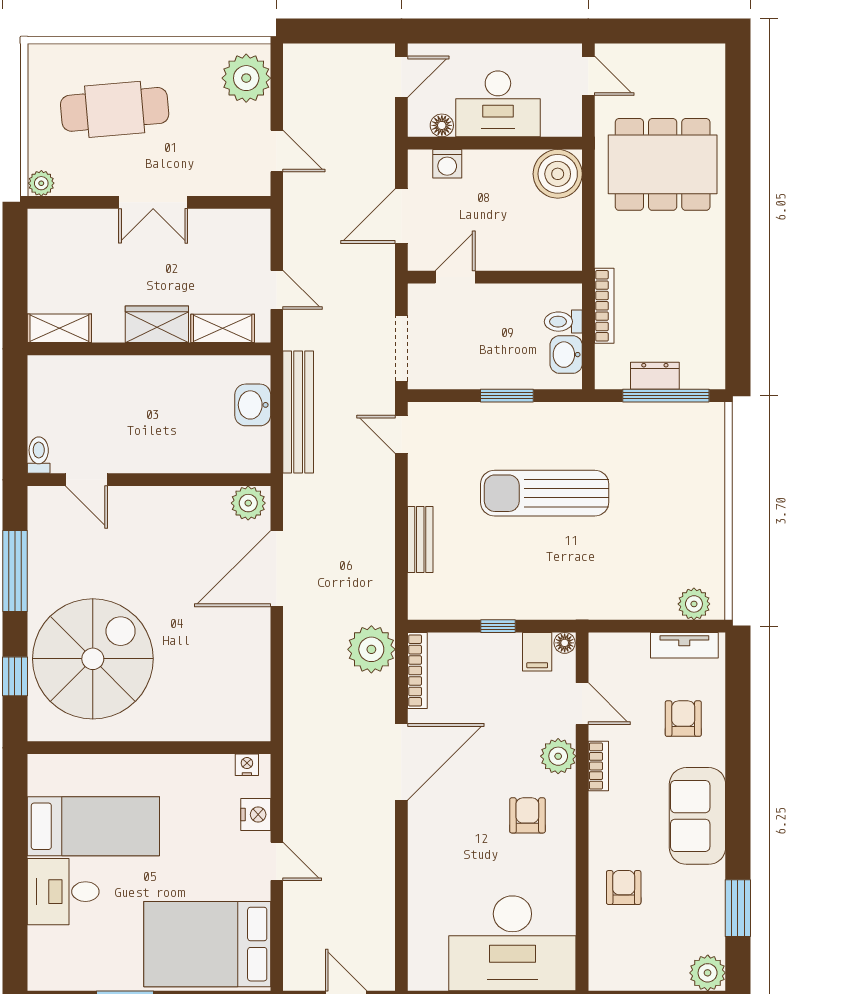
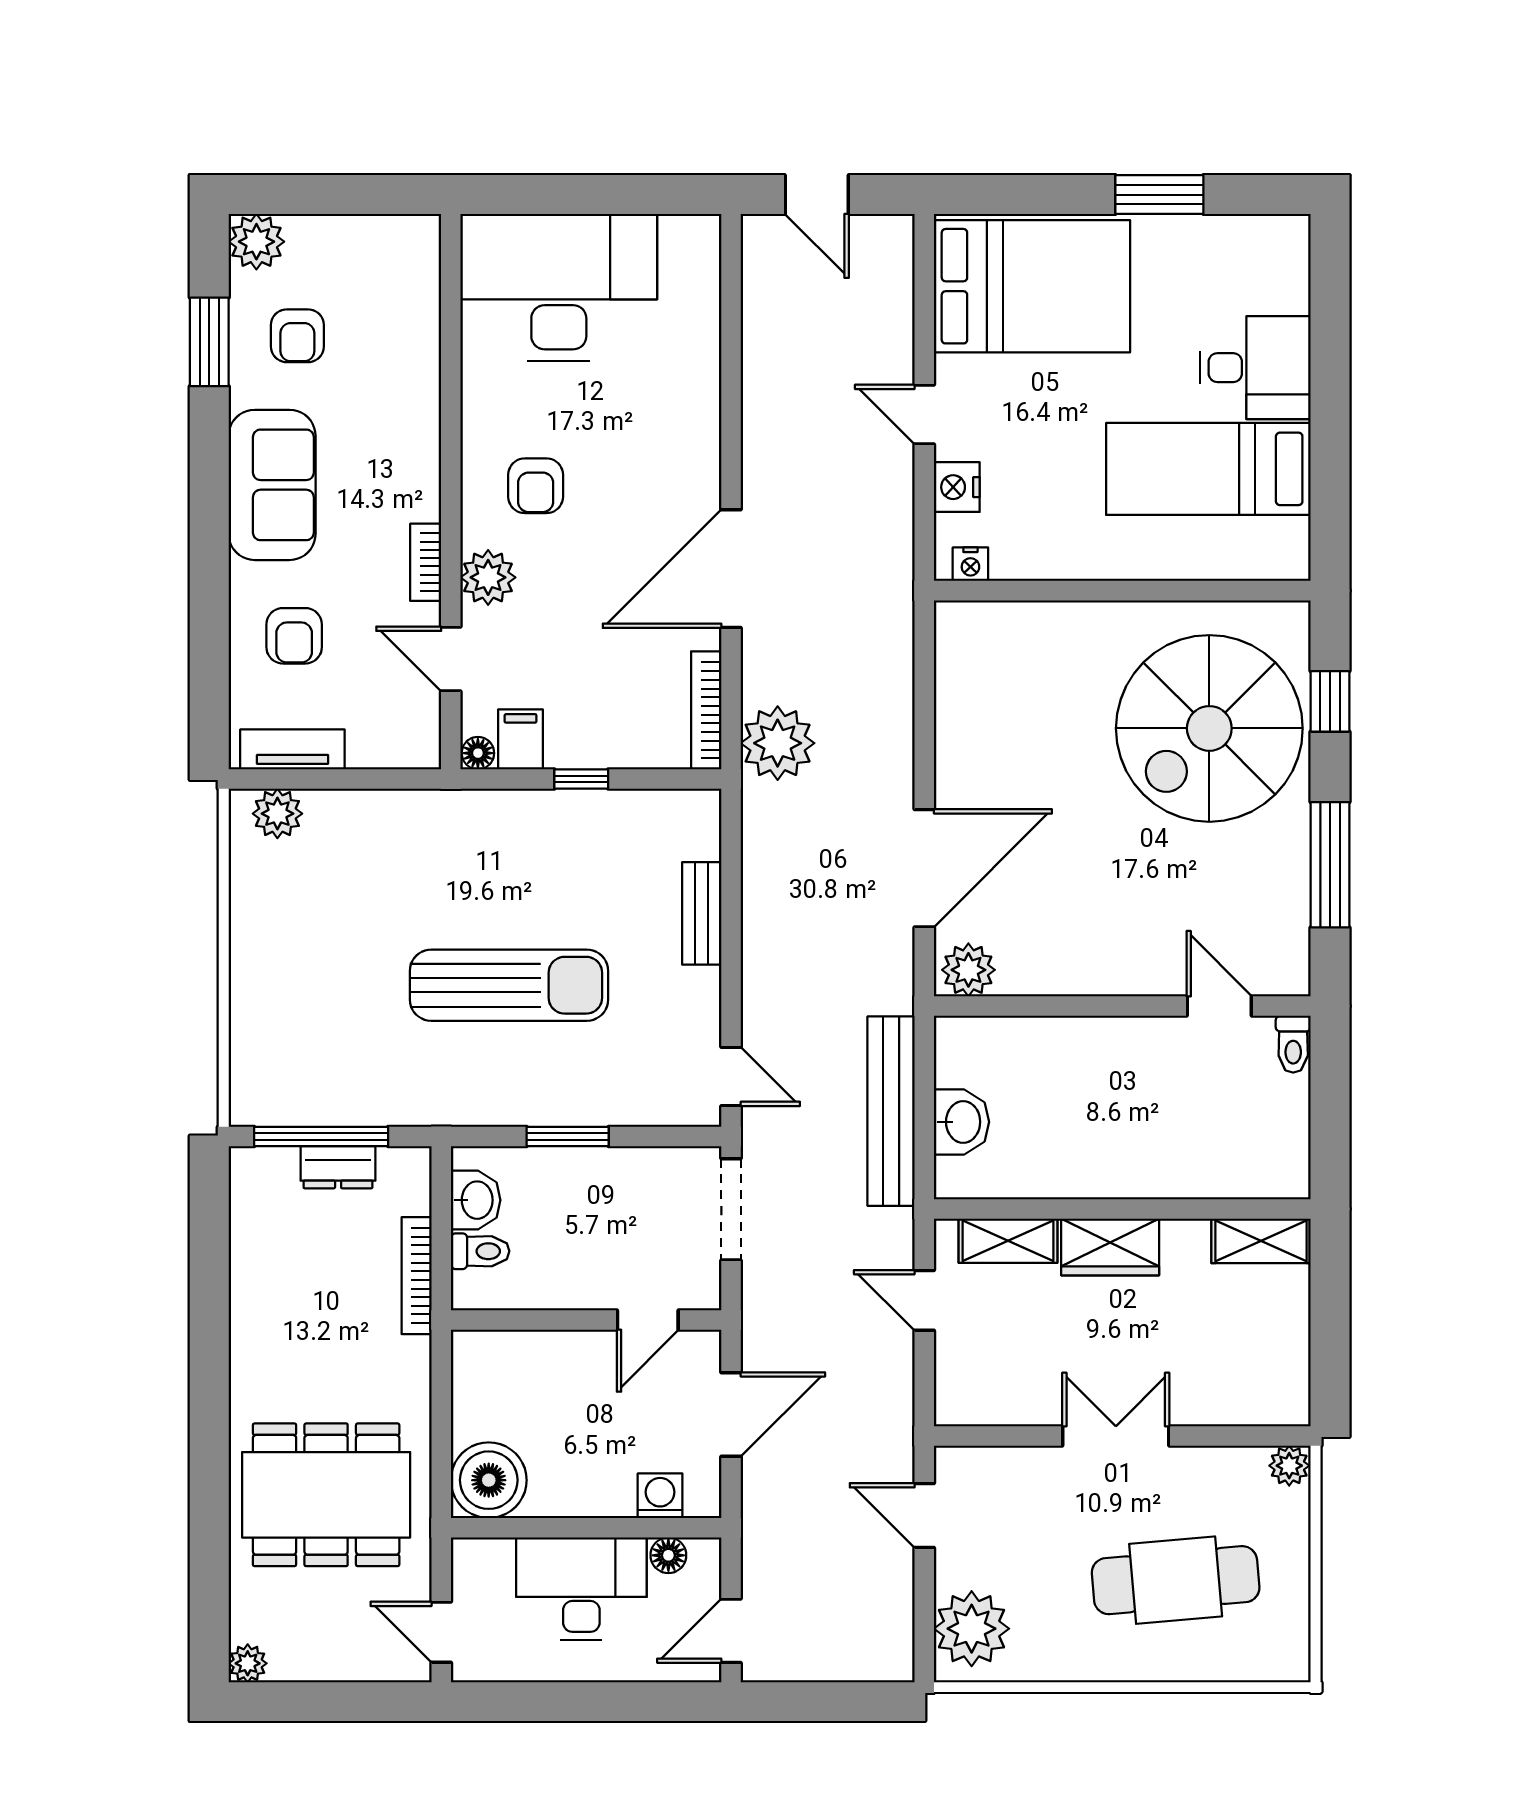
plant: (713, 56) -> (248, 1663), added
armchair: (624, 887) -> (297, 336), moved

